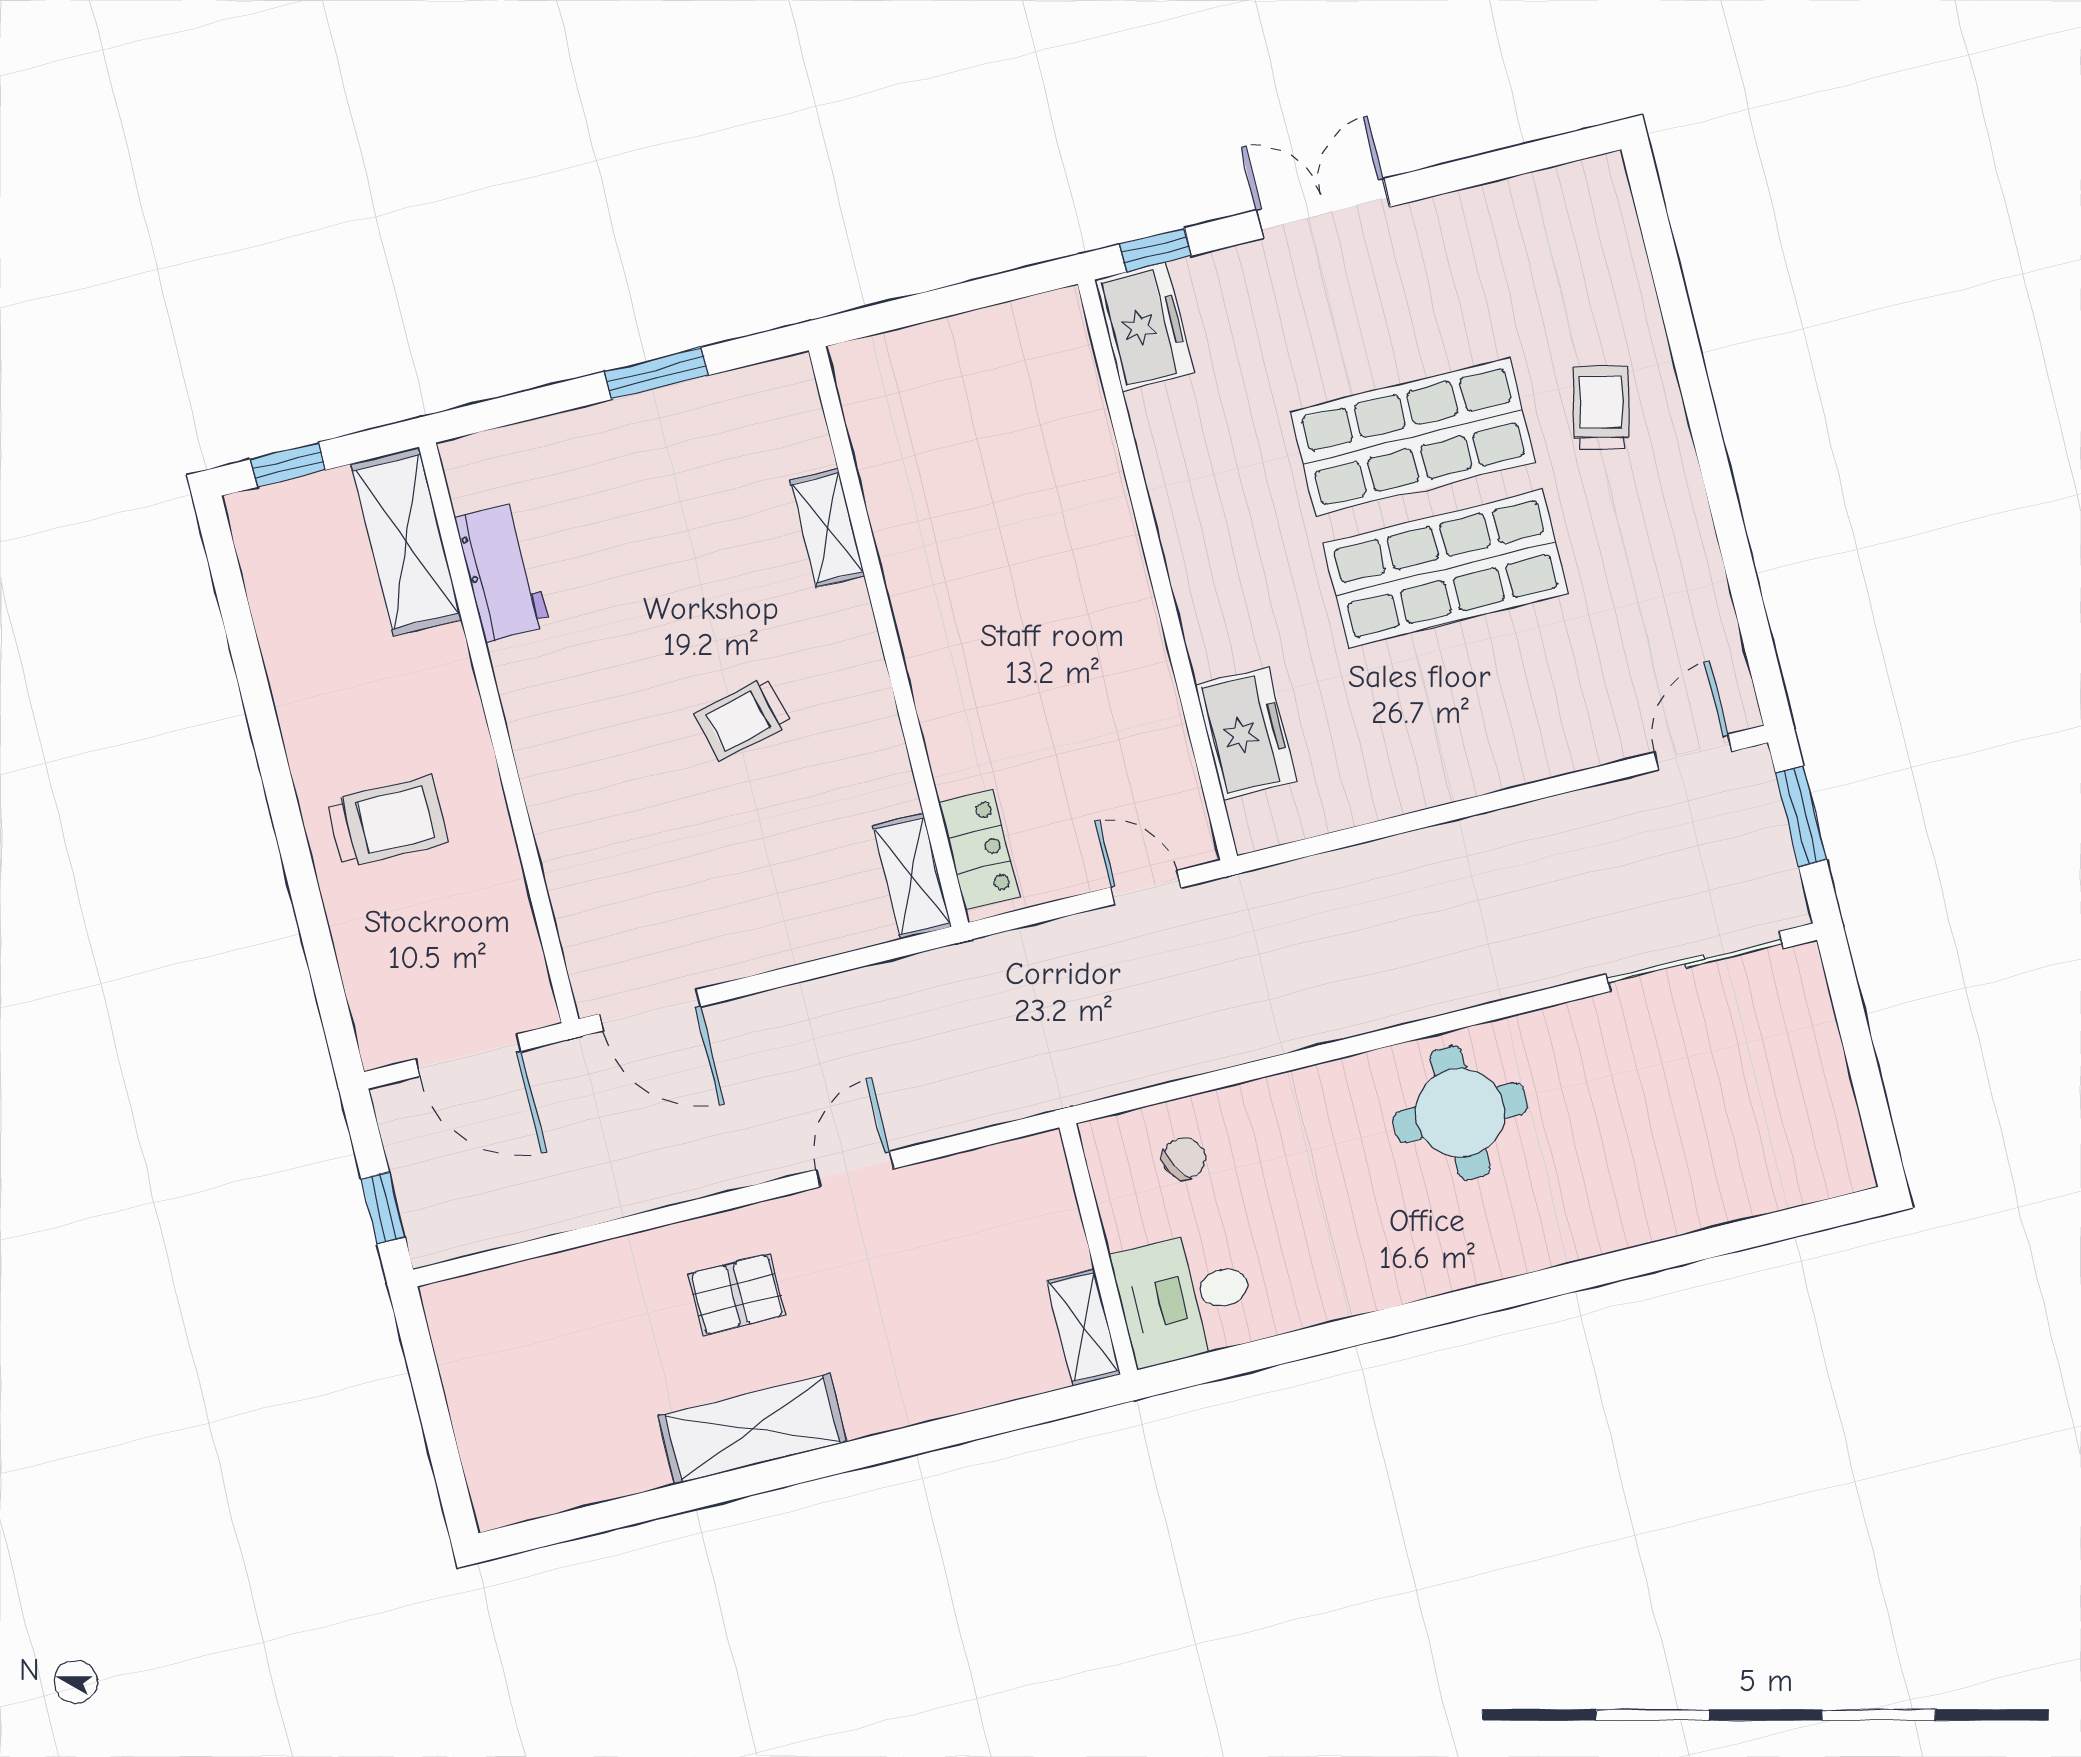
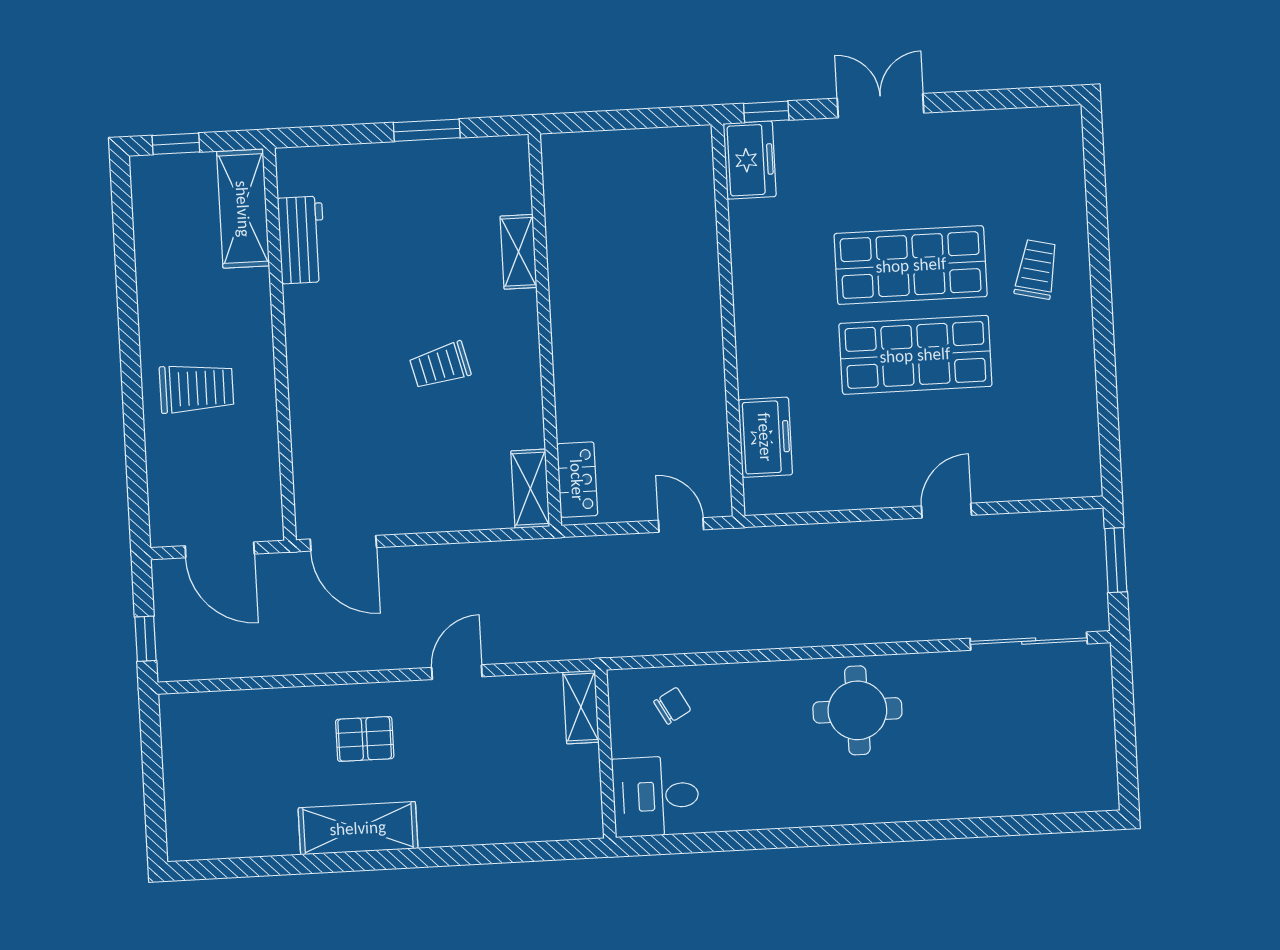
door: (1693, 752) -> (946, 511), moved
shelving: (1084, 1327) -> (581, 707), moved

